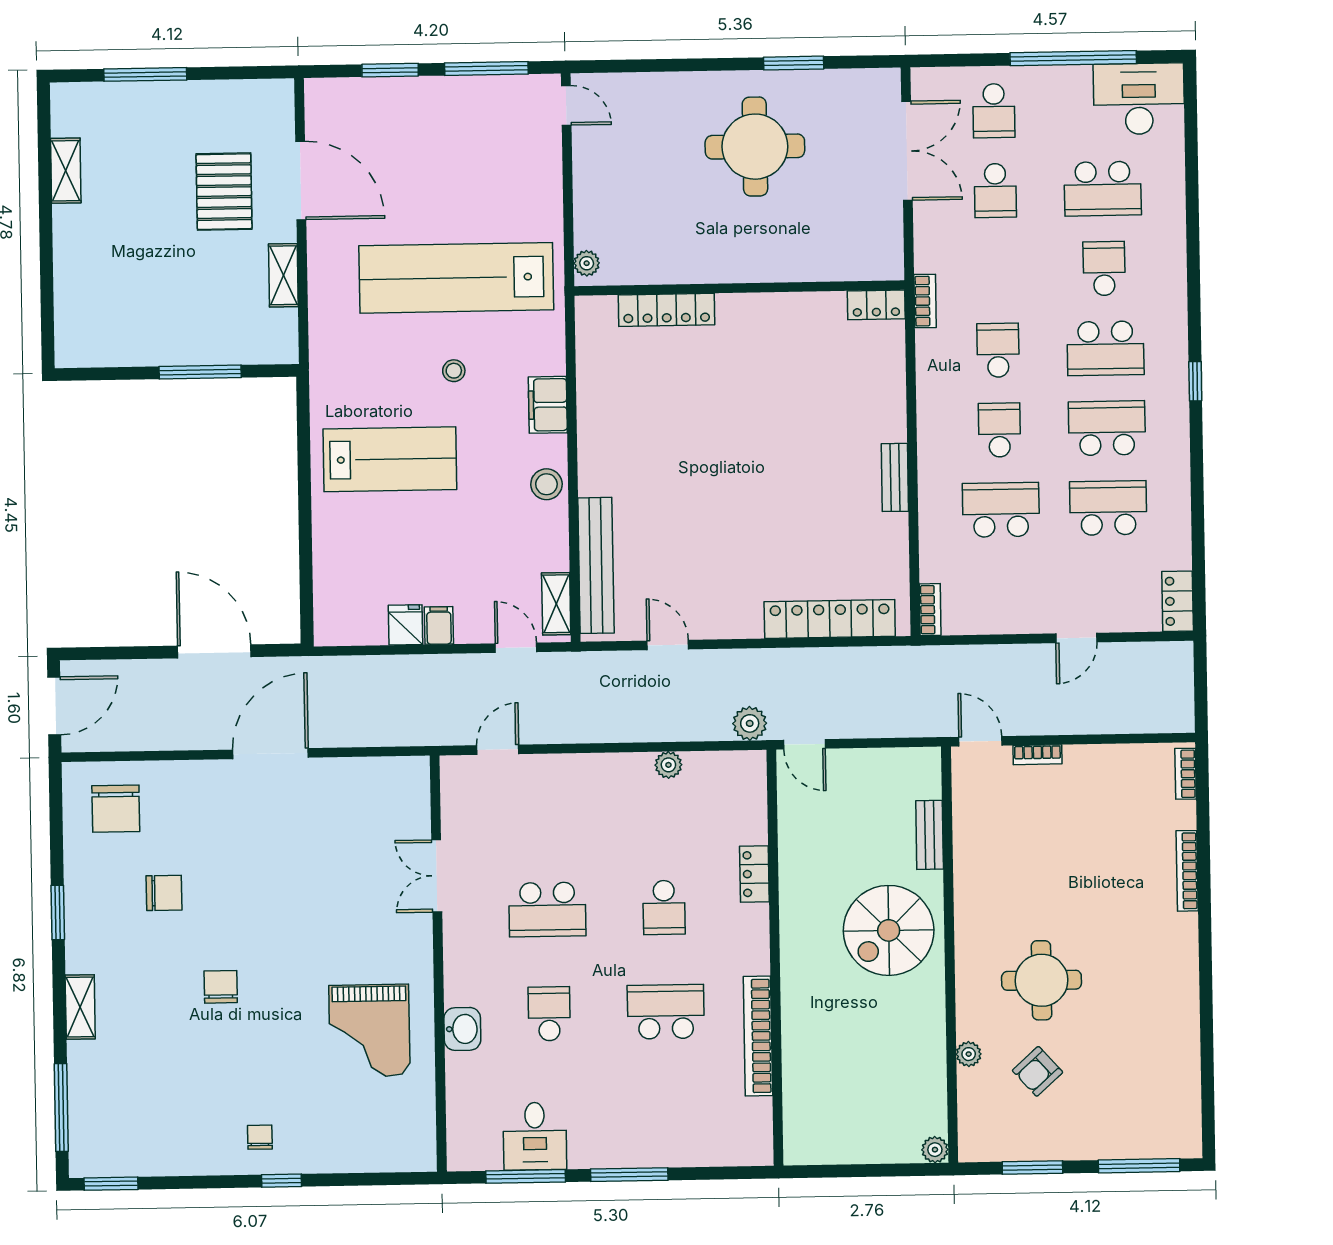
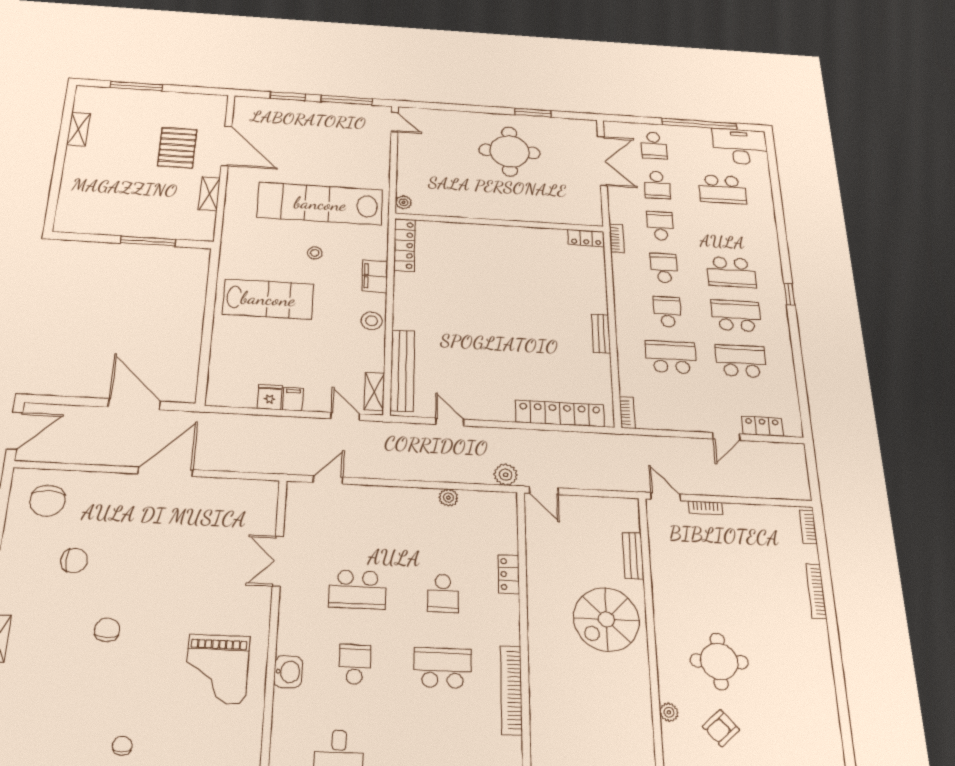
school desk: (1104, 268) -> (660, 226), moved
locker: (667, 310) -> (405, 245), moved, turned -90
locker: (1178, 601) -> (762, 426), moved, turned 90

